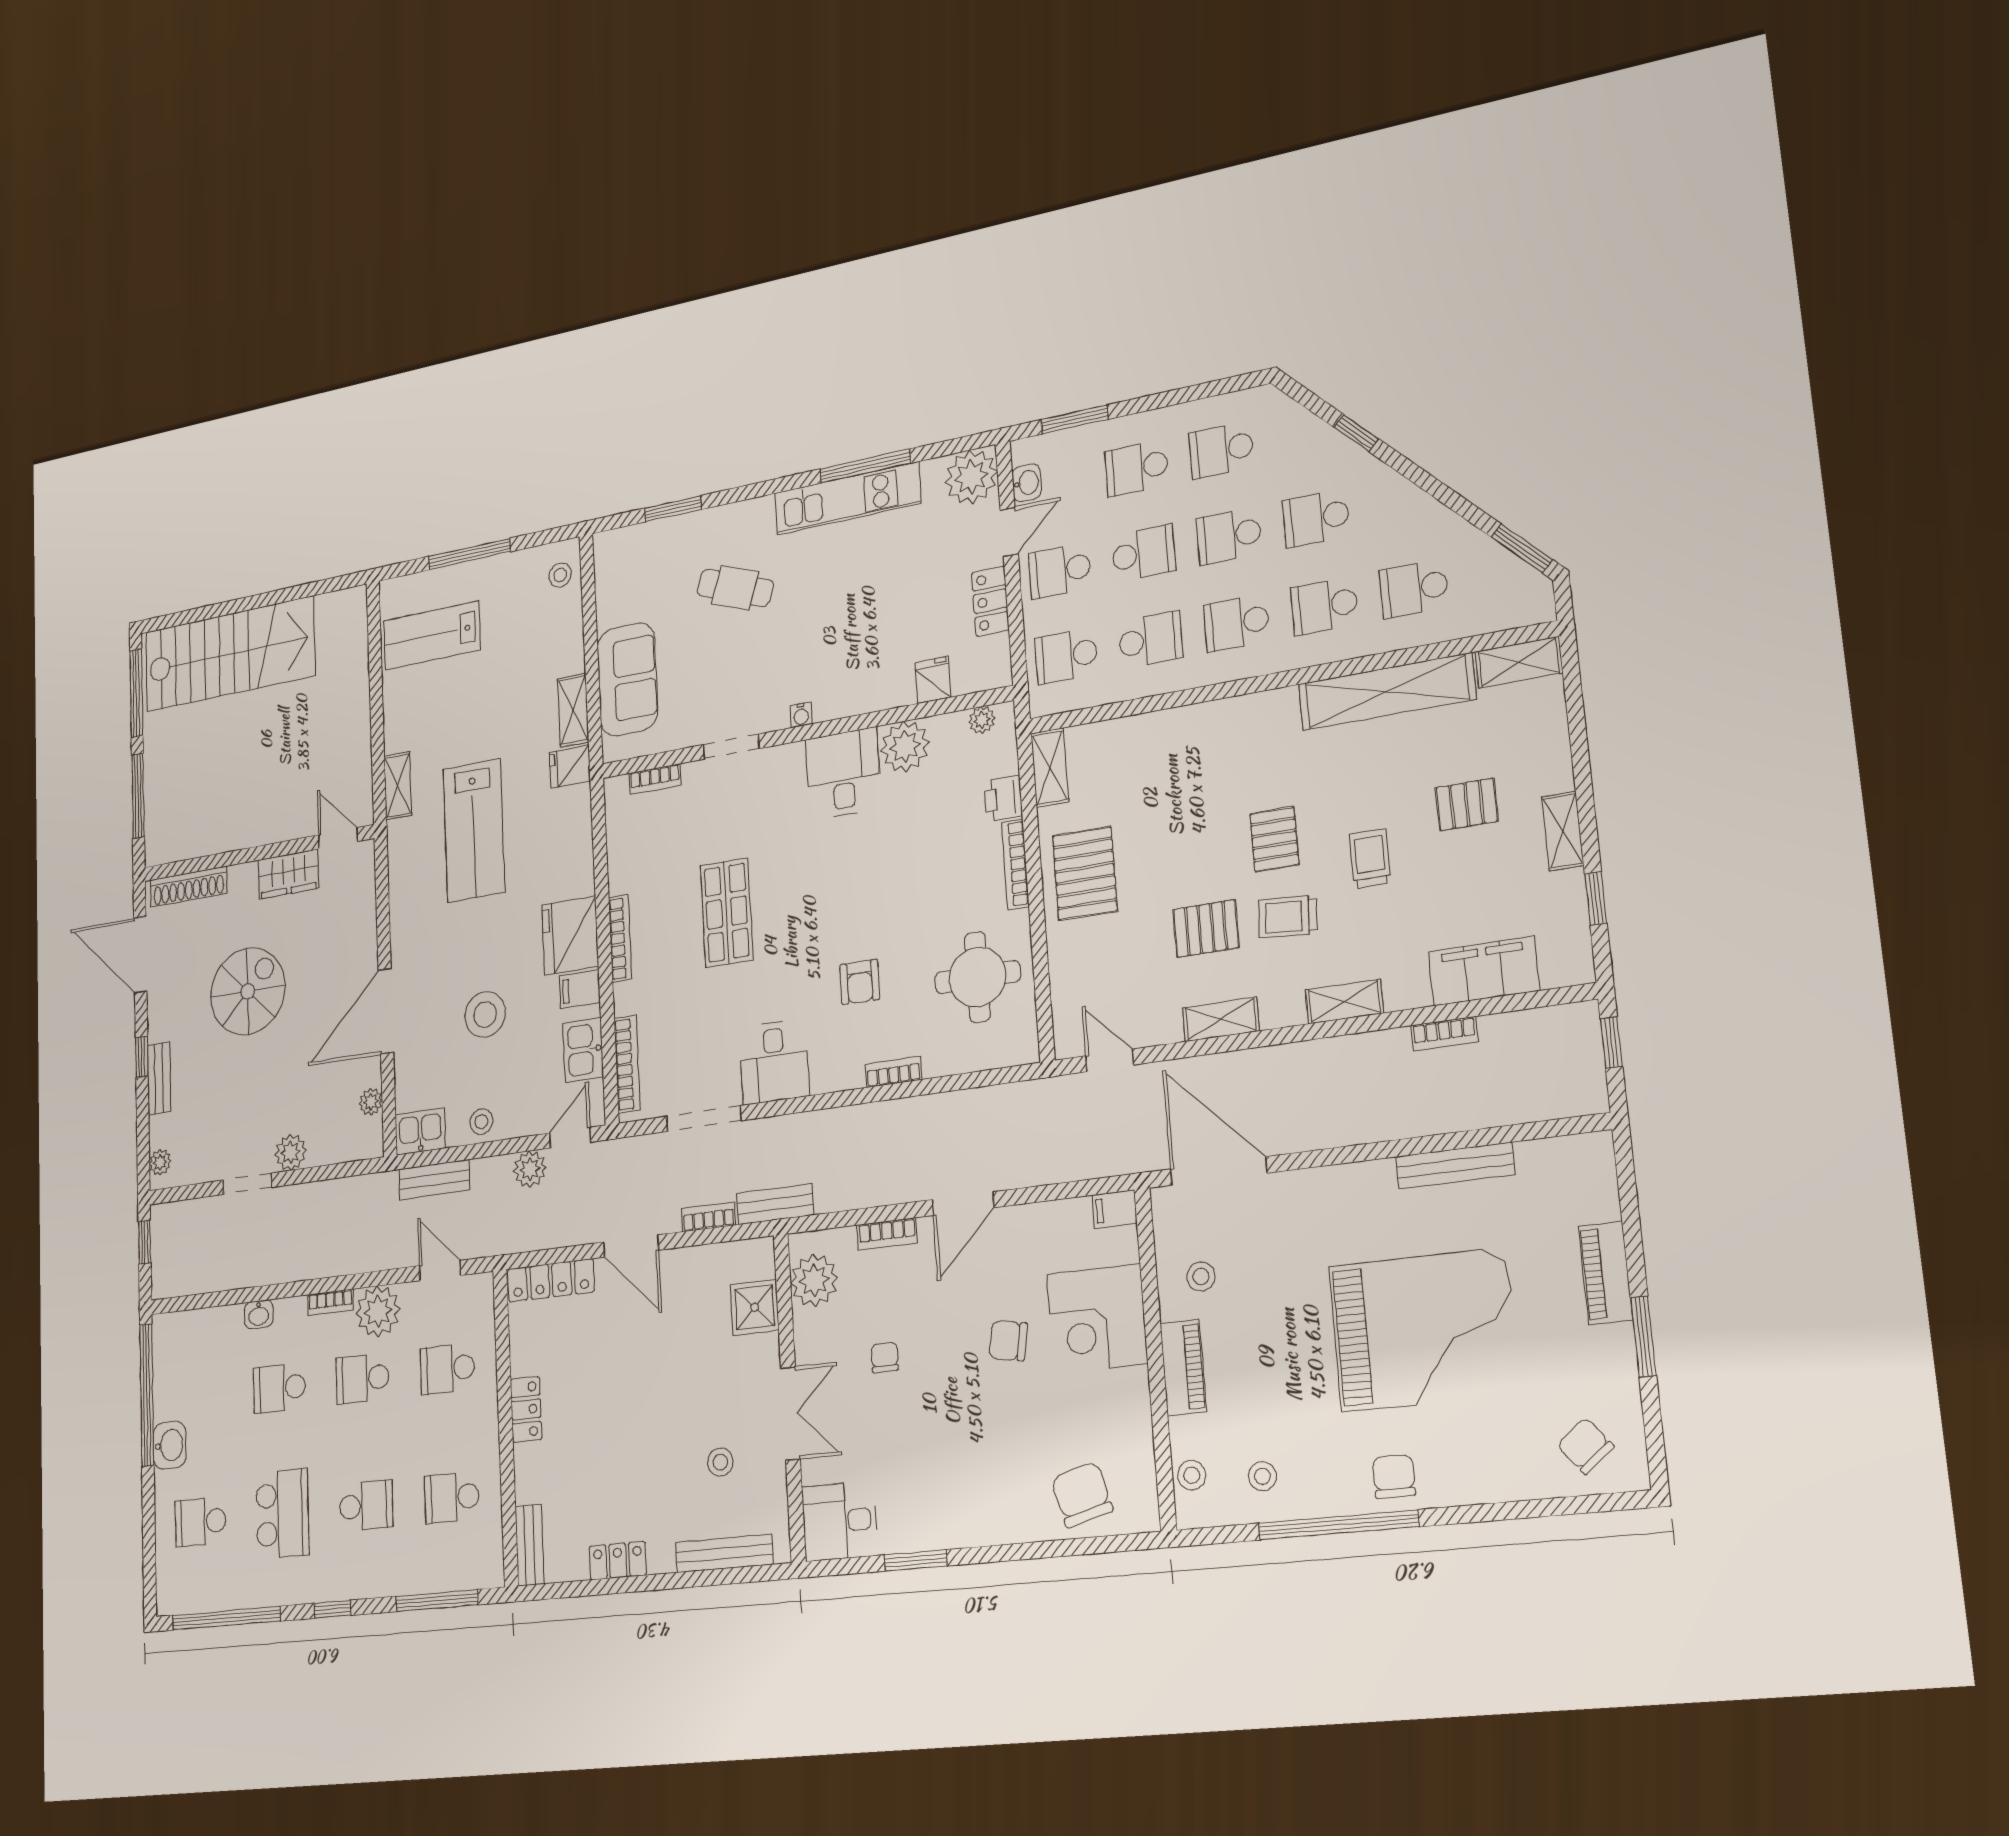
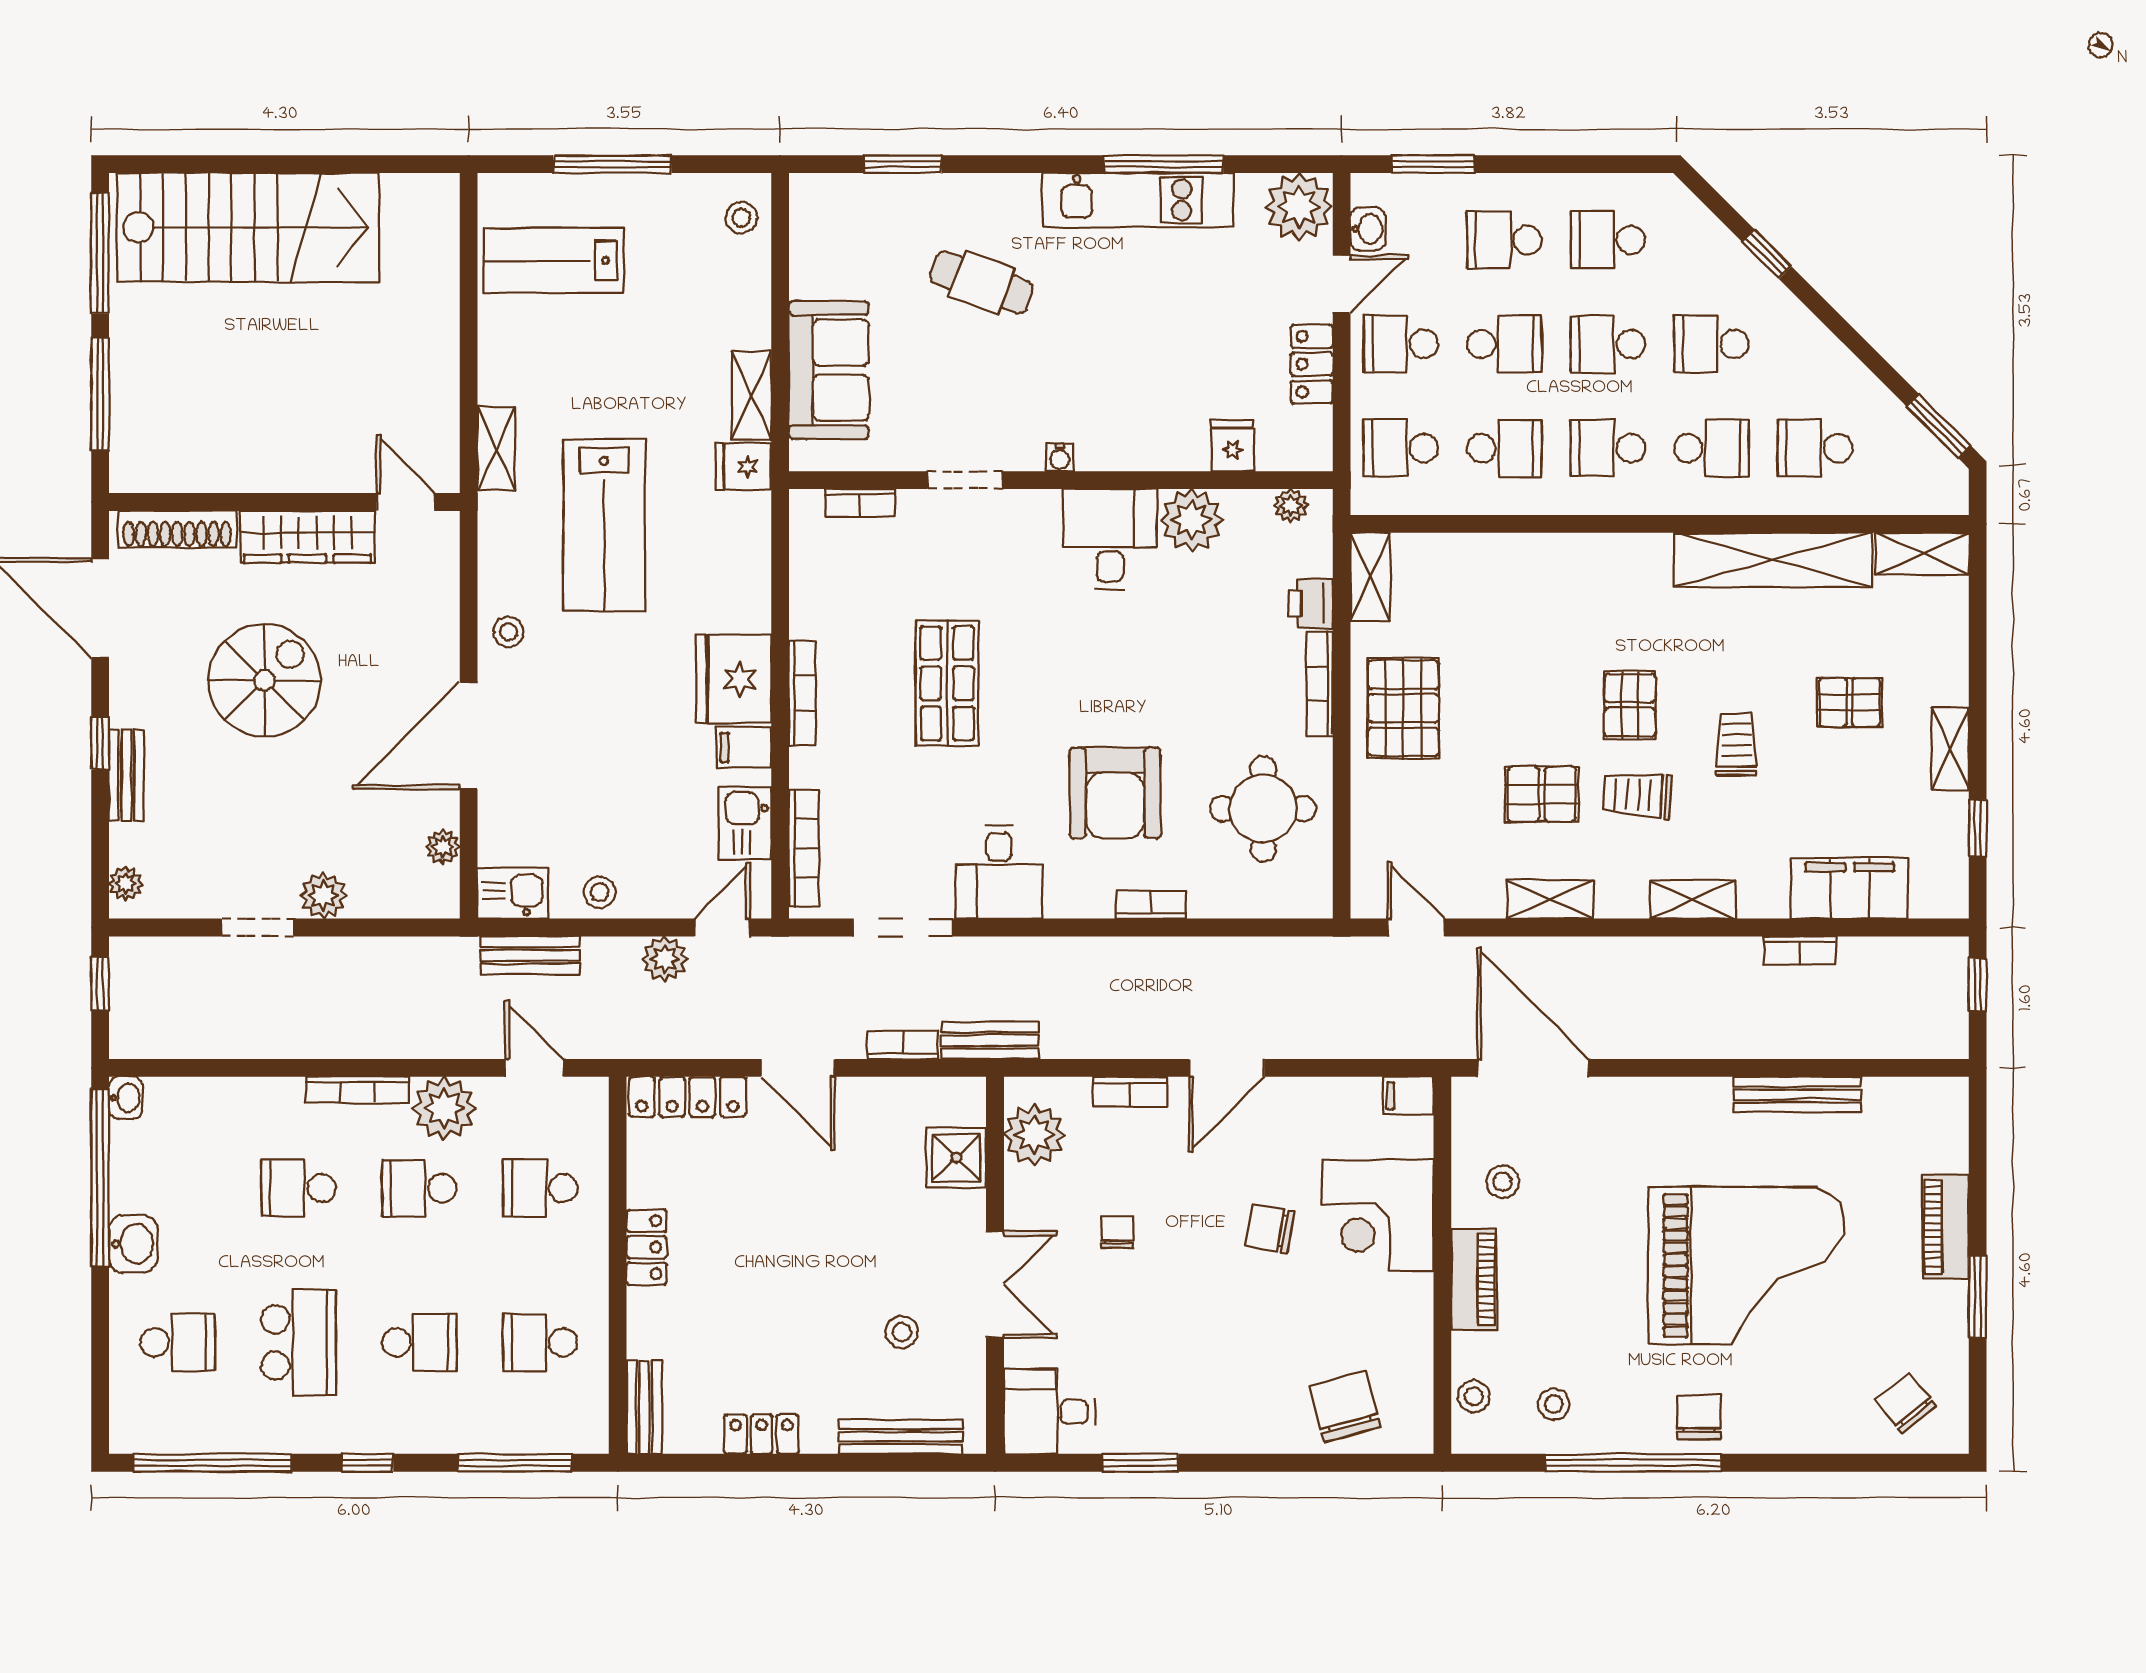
school desk: (1324, 606) -> (1711, 448), turned 180
wardrobe: (288, 874) -> (307, 537), width x1.50
armchair: (860, 982) -> (1115, 793), width x1.88, depth x1.88
stool: (485, 1014) -> (508, 632), moved, width x0.53, depth x0.53
bookcase: (330, 1302) -> (357, 1090), width x1.56
washbasin: (259, 1314) -> (126, 1098), moved, turned -90
school desk: (200, 1522) -> (178, 1342), turned 180

